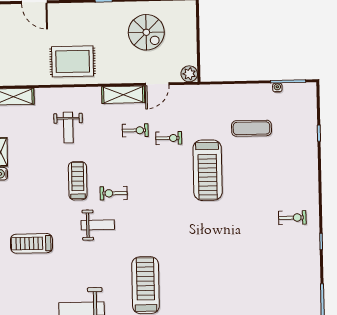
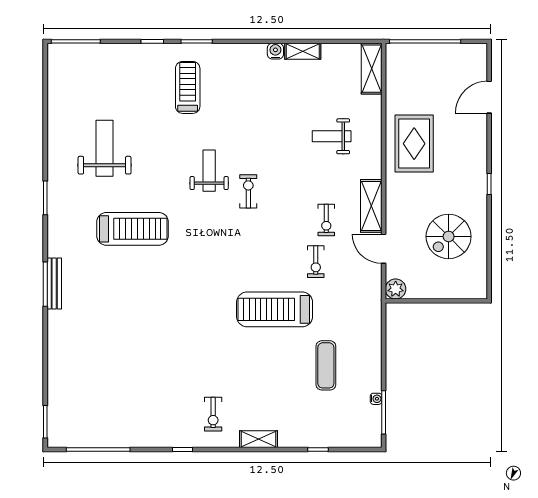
treadmill: (78, 181) -> (265, 147), removed
shelving: (312, 181) -> (258, 439), added
weight bench: (98, 225) -> (209, 171), turned 180

